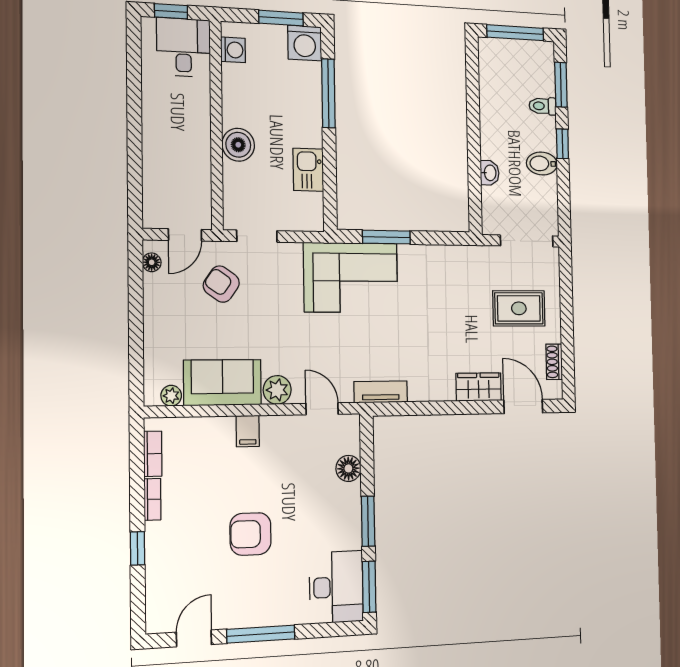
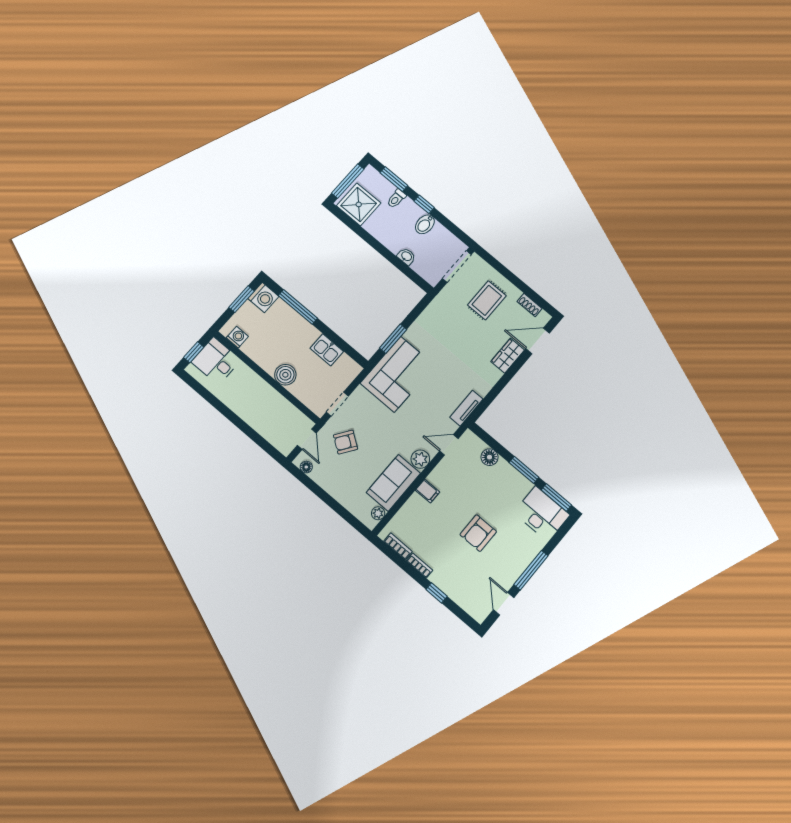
shower: (501, 67) -> (359, 204), added

